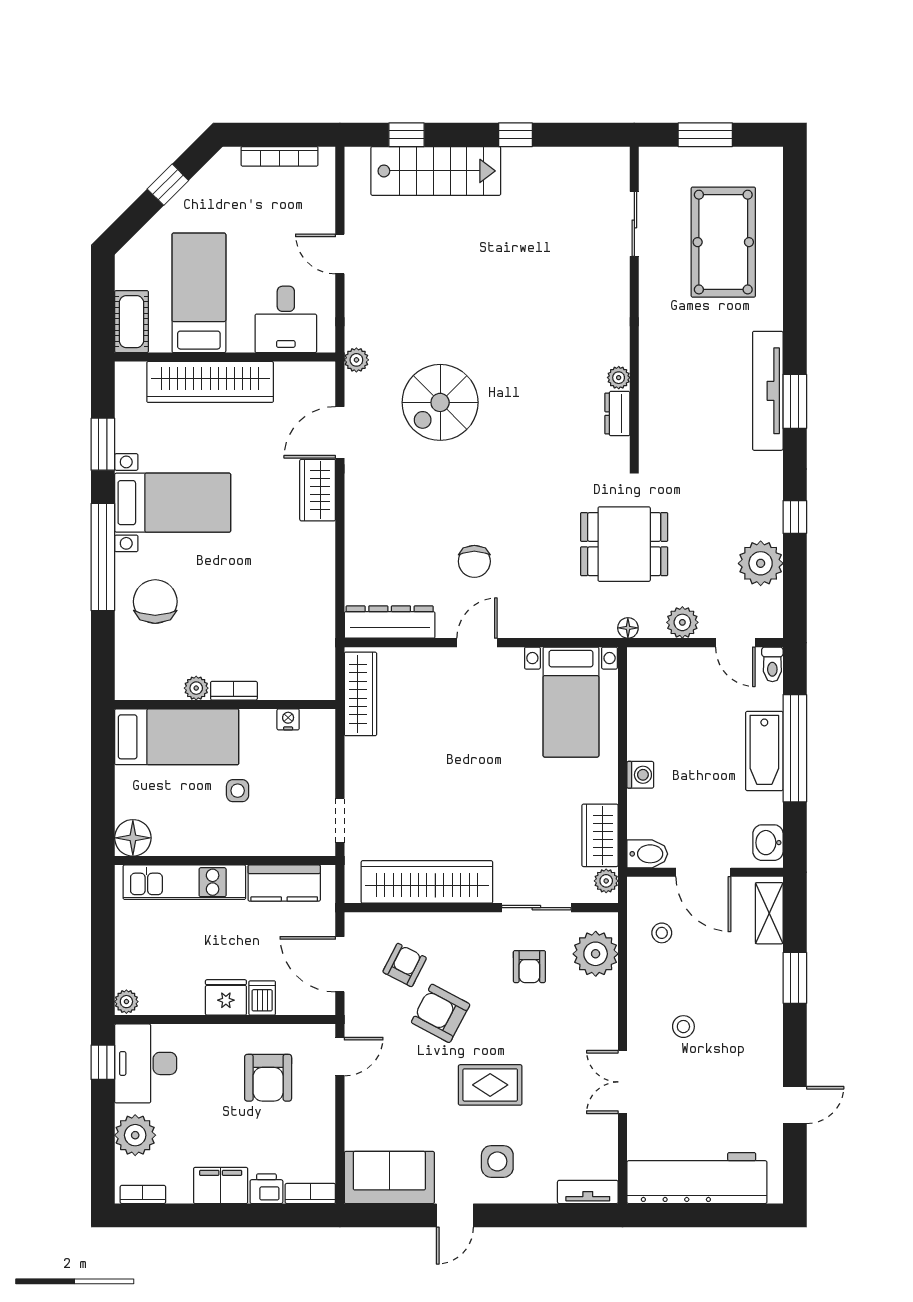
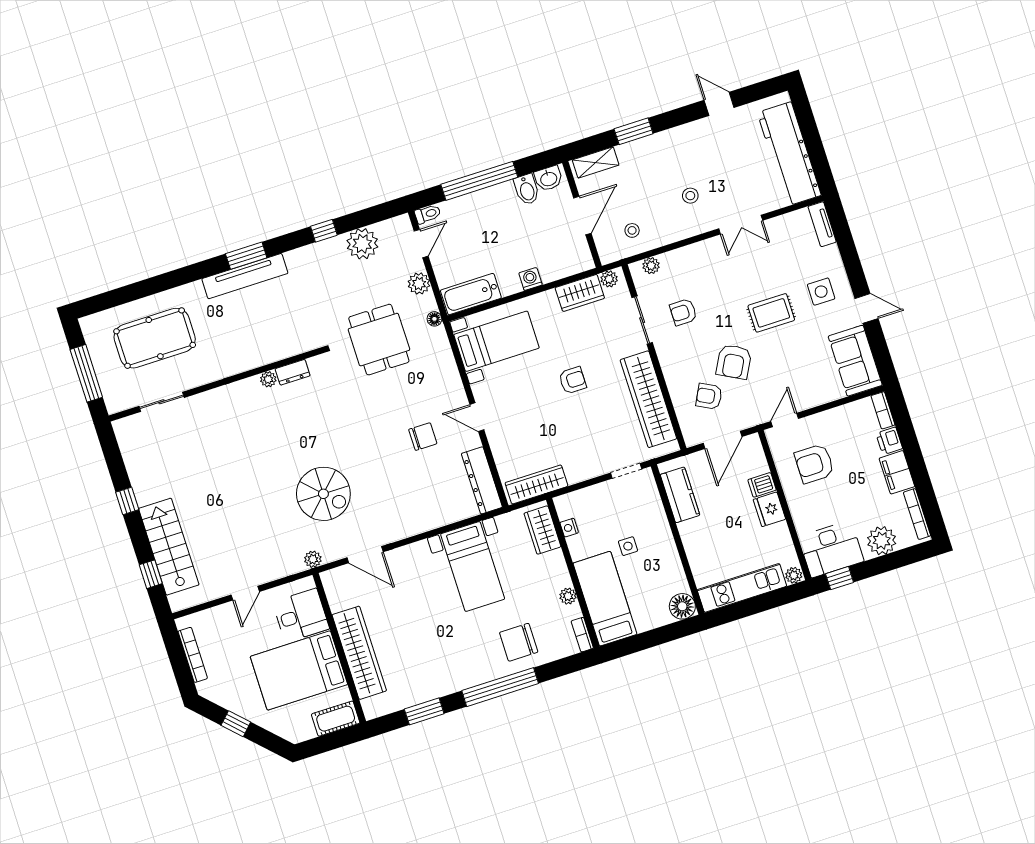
window: (705, 135) -> (86, 373), width x1.44
bed: (199, 293) -> (299, 670), width x1.50
wardrobe: (318, 490) -> (542, 530), moved, turned 90
bed with nightstands: (173, 503) -> (473, 566), moved, turned 180
bookcase: (234, 691) -> (582, 635), moved
bathtub: (764, 751) -> (471, 294), moved, turned 180
armchair: (485, 788) -> (572, 380), added
bidet: (647, 854) -> (527, 189), moved, turned 180
kitchen unit: (184, 882) -> (742, 588), moved, turned -90
plant: (596, 954) -> (651, 266), width x0.53, depth x0.53
armchair: (529, 967) -> (683, 312), turned 180
door: (340, 1057) -> (785, 420), hinge flipped
armchair: (268, 1078) -> (814, 464), turned 180
rug: (490, 1085) -> (771, 313), turned 90
bookcase: (143, 1194) -> (917, 514), width x1.56

